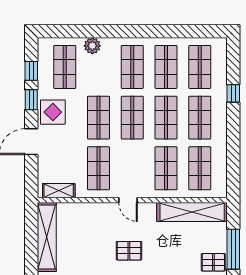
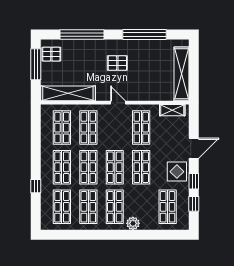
plant: (92, 46) -> (133, 223), moved

